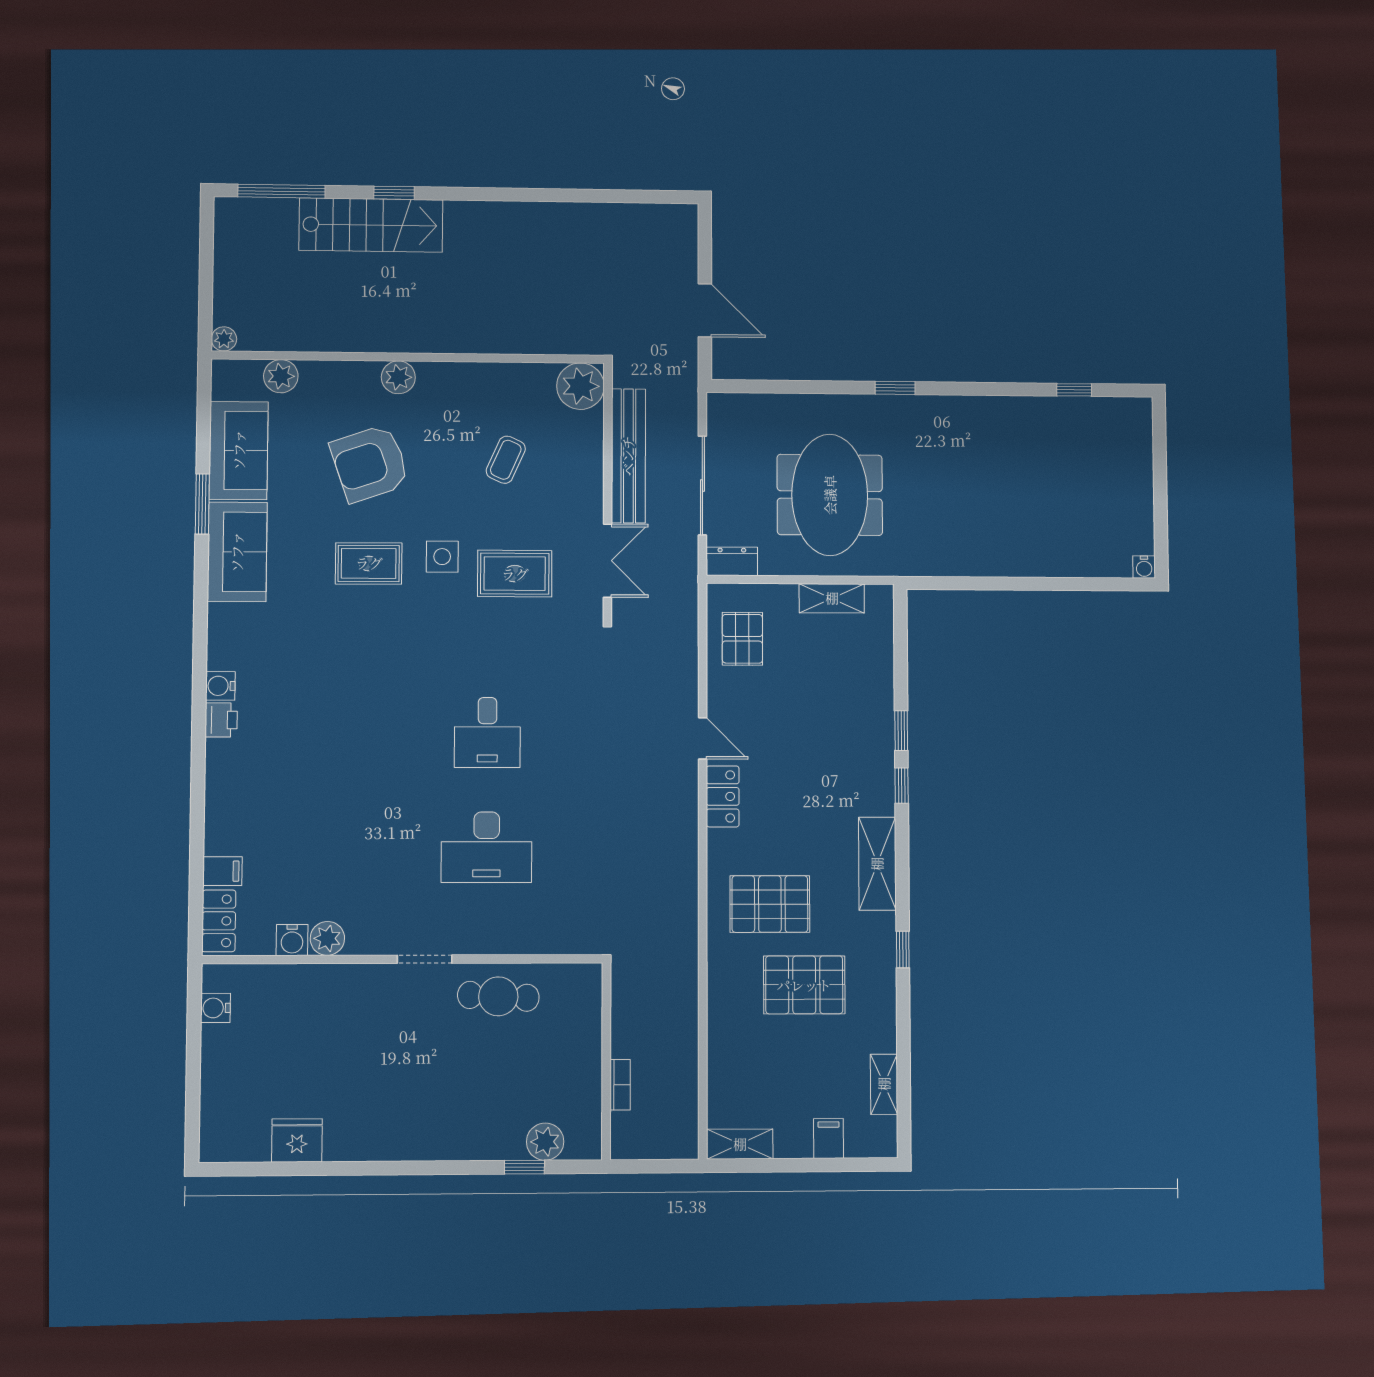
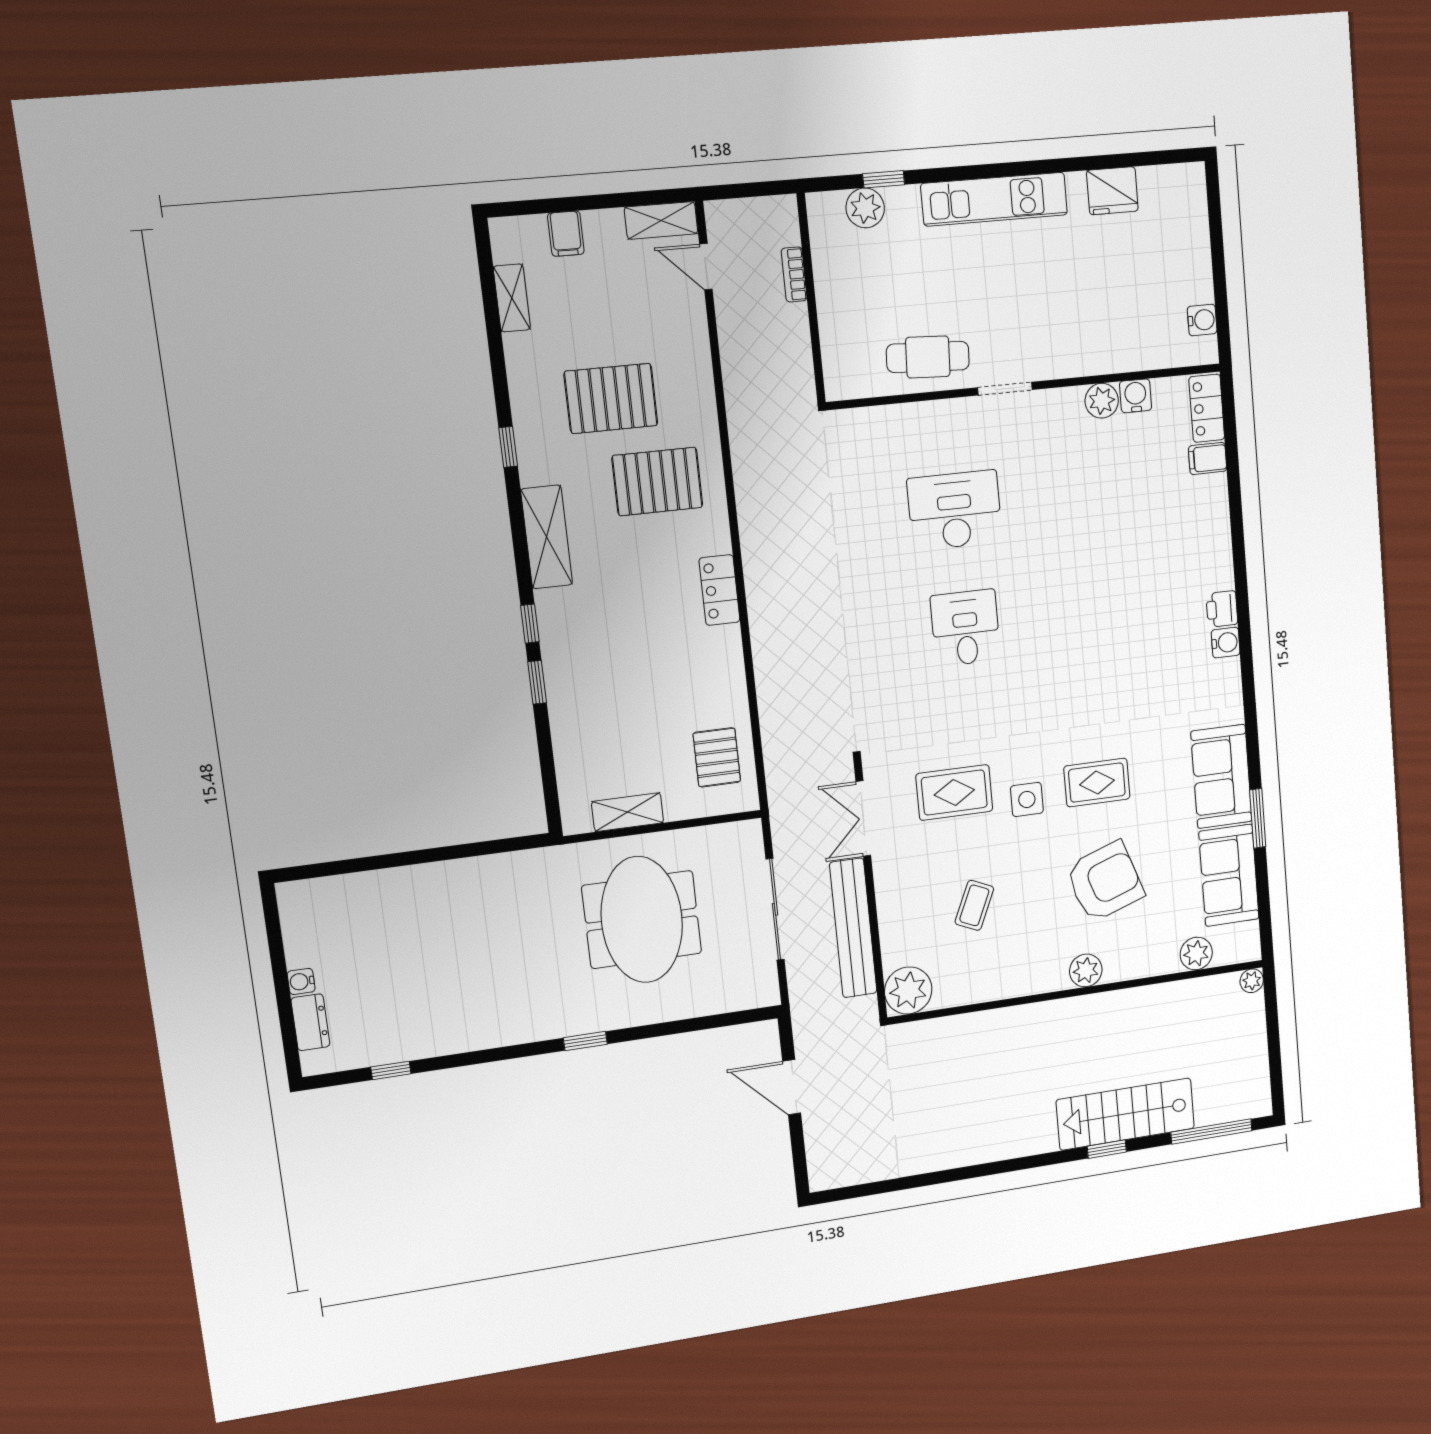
dresser: (732, 561) -> (310, 1022), moved, turned -90
water cooler: (1144, 567) -> (301, 981), moved, turned -90
door: (703, 738) -> (706, 267), moved
kitchen unit: (417, 1141) -> (994, 199), added

